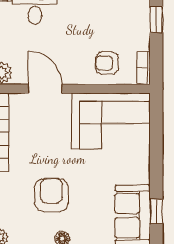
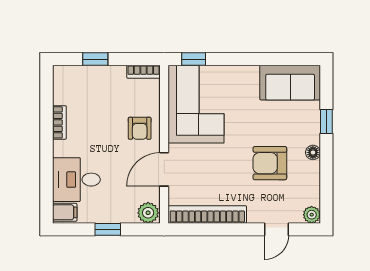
armchair: (107, 63) -> (140, 128), moved
window: (156, 211) -> (194, 59), moved

